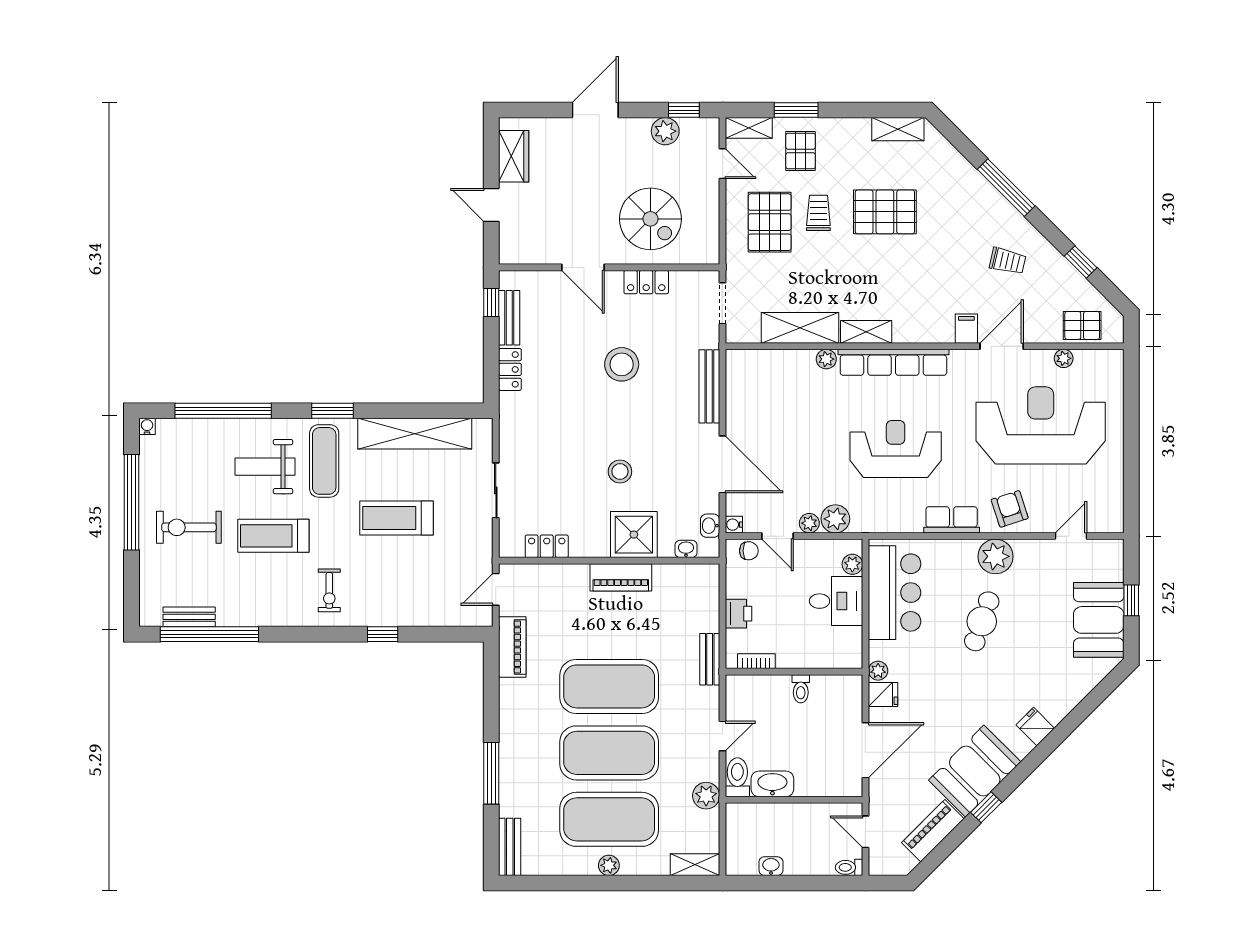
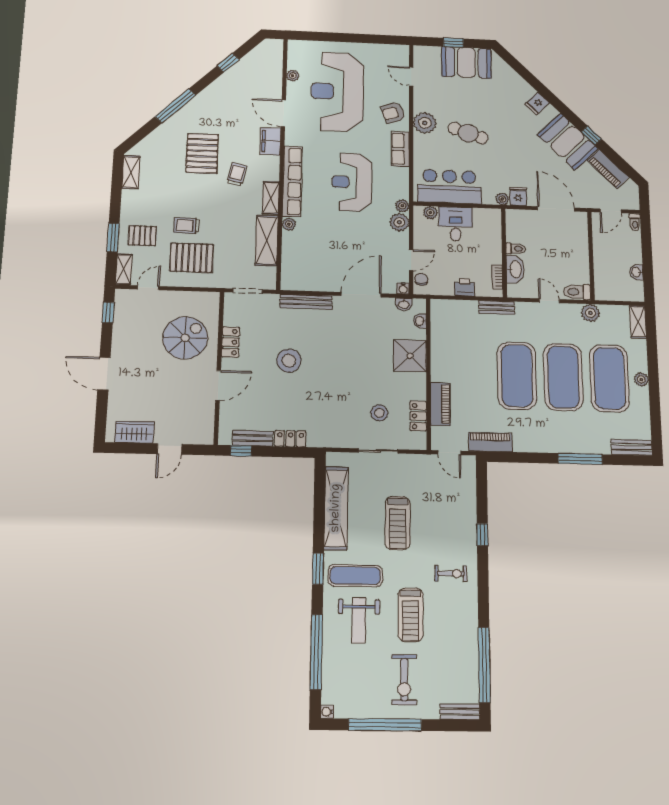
plant: (665, 131) -> (122, 326), removed
pallet: (885, 212) -> (202, 153), moved
trolley: (1008, 261) -> (237, 174), moved
pallet: (1082, 325) -> (271, 64), removed
filing cabinet: (966, 329) -> (270, 141), width x2.00
stool: (620, 472) -> (379, 413), moved
plant: (809, 523) -> (402, 206), moved
piano: (621, 577) -> (440, 404), moved
bench: (189, 617) -> (460, 712), moved, turned 90
washbasin: (772, 784) -> (515, 269), moved, turned 180

